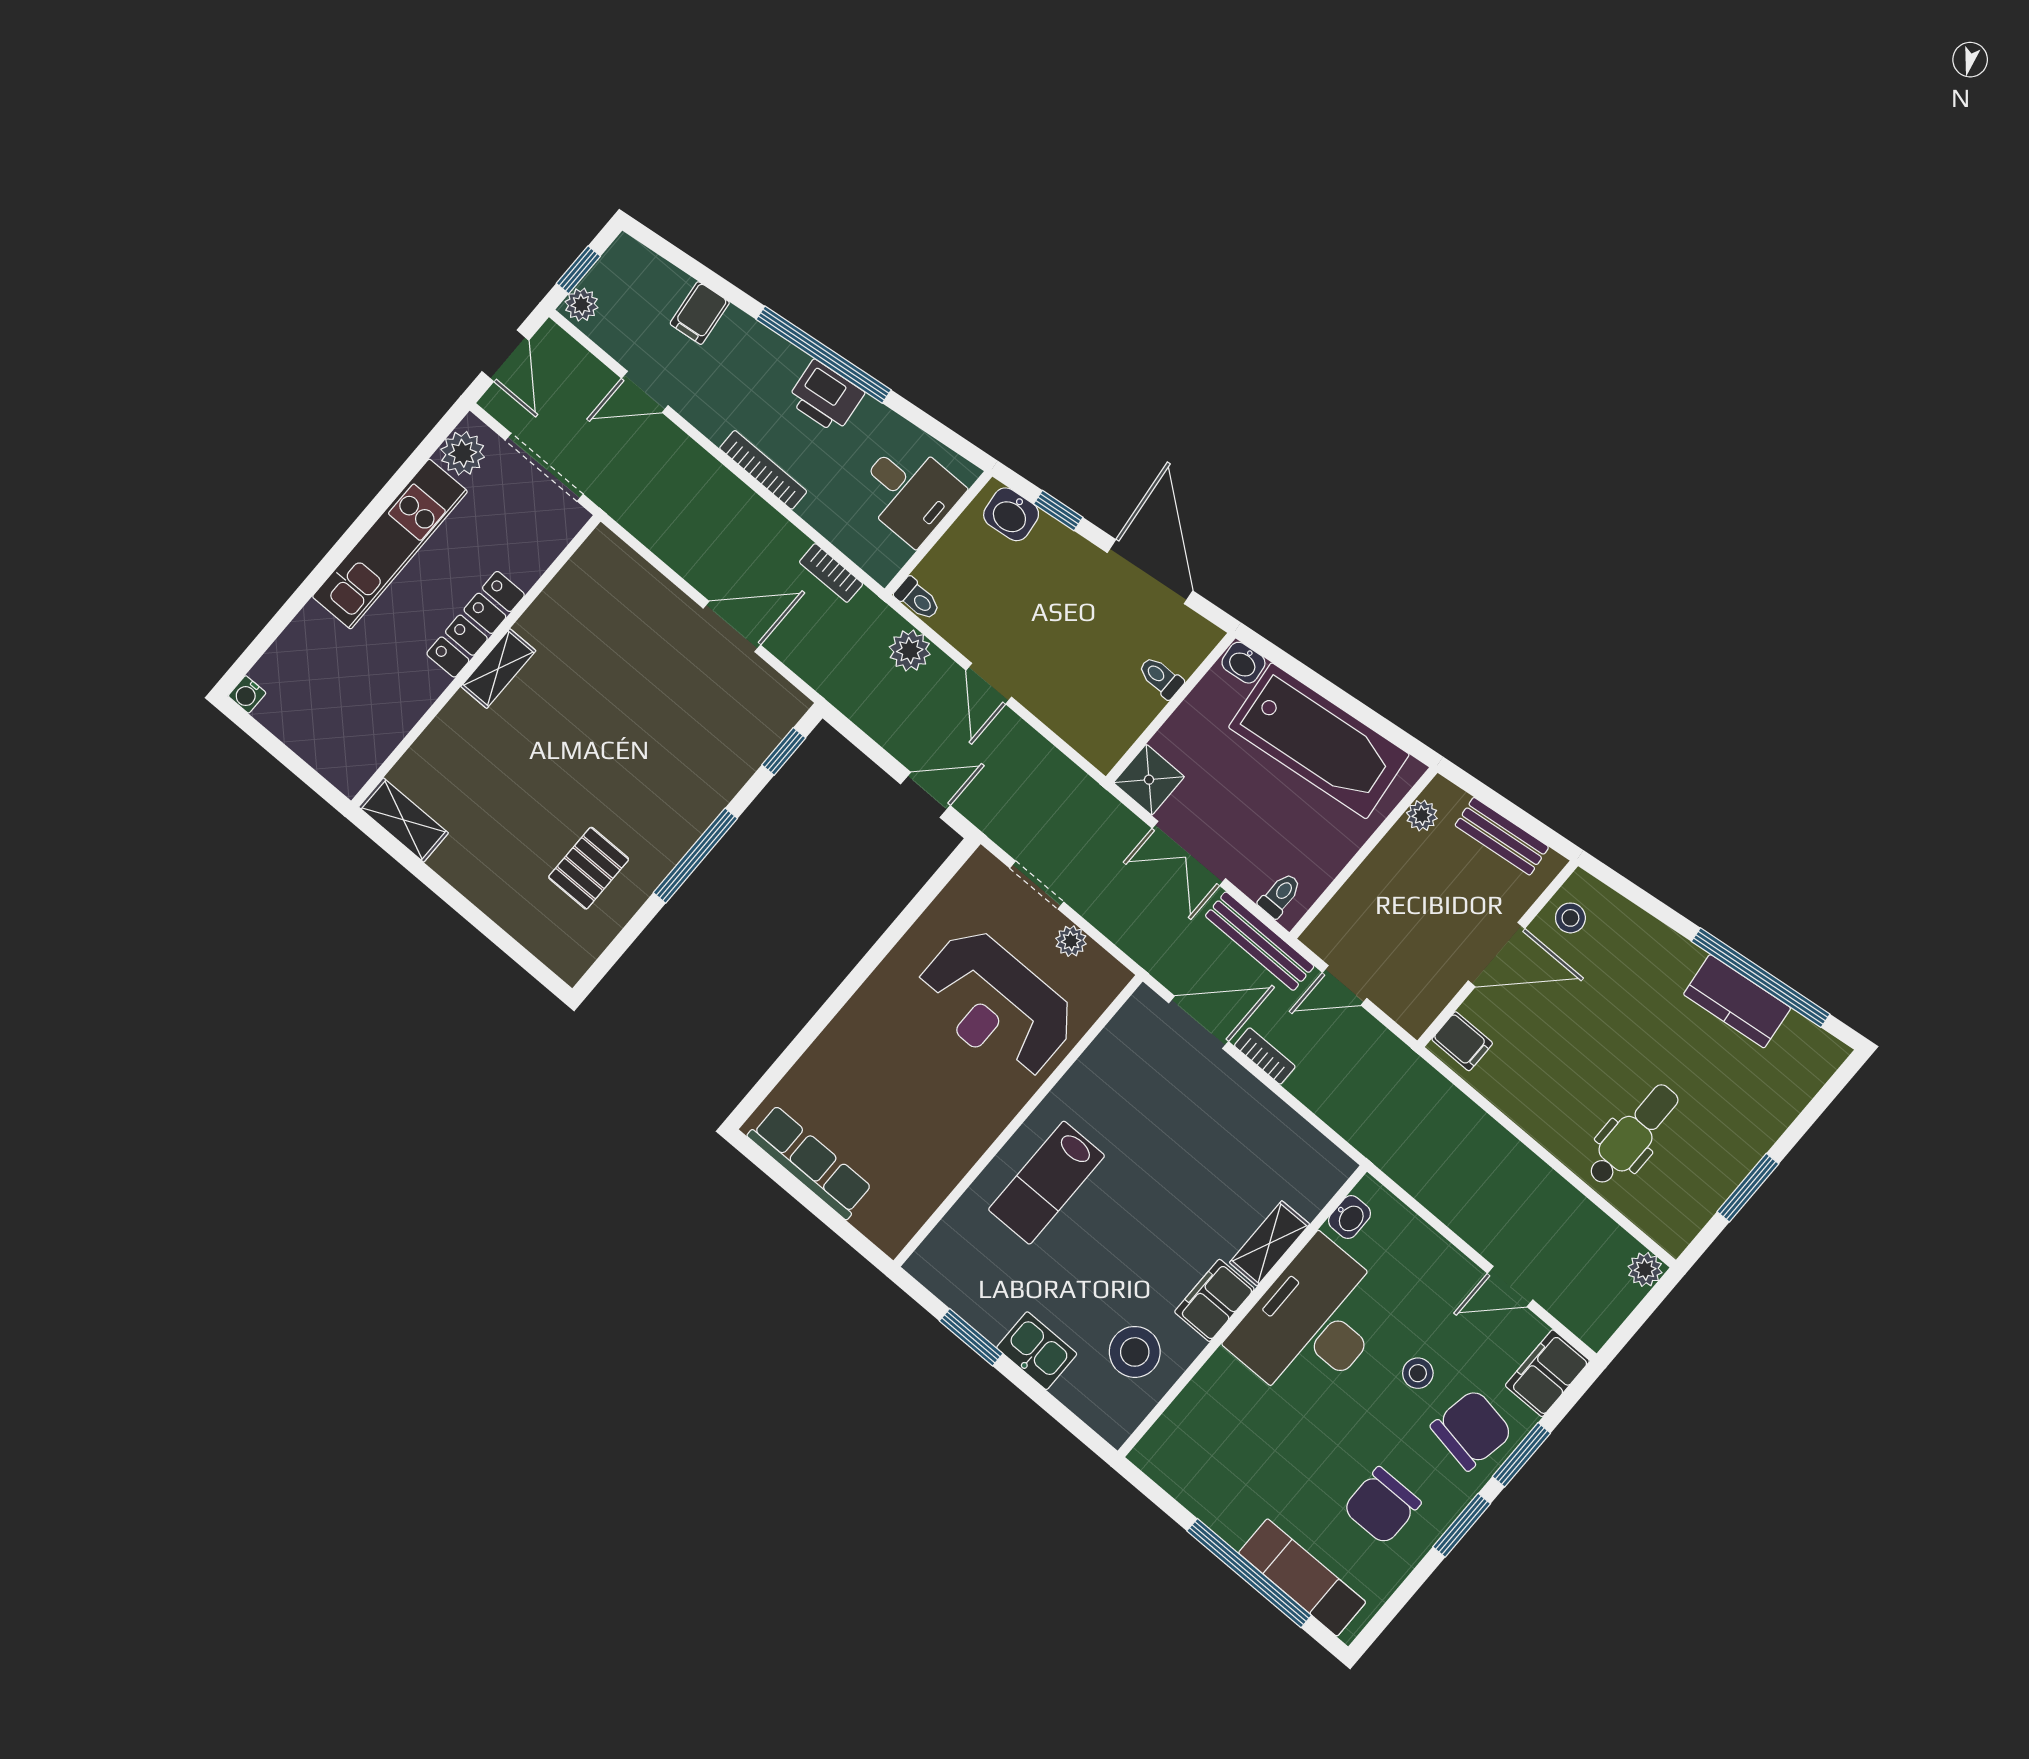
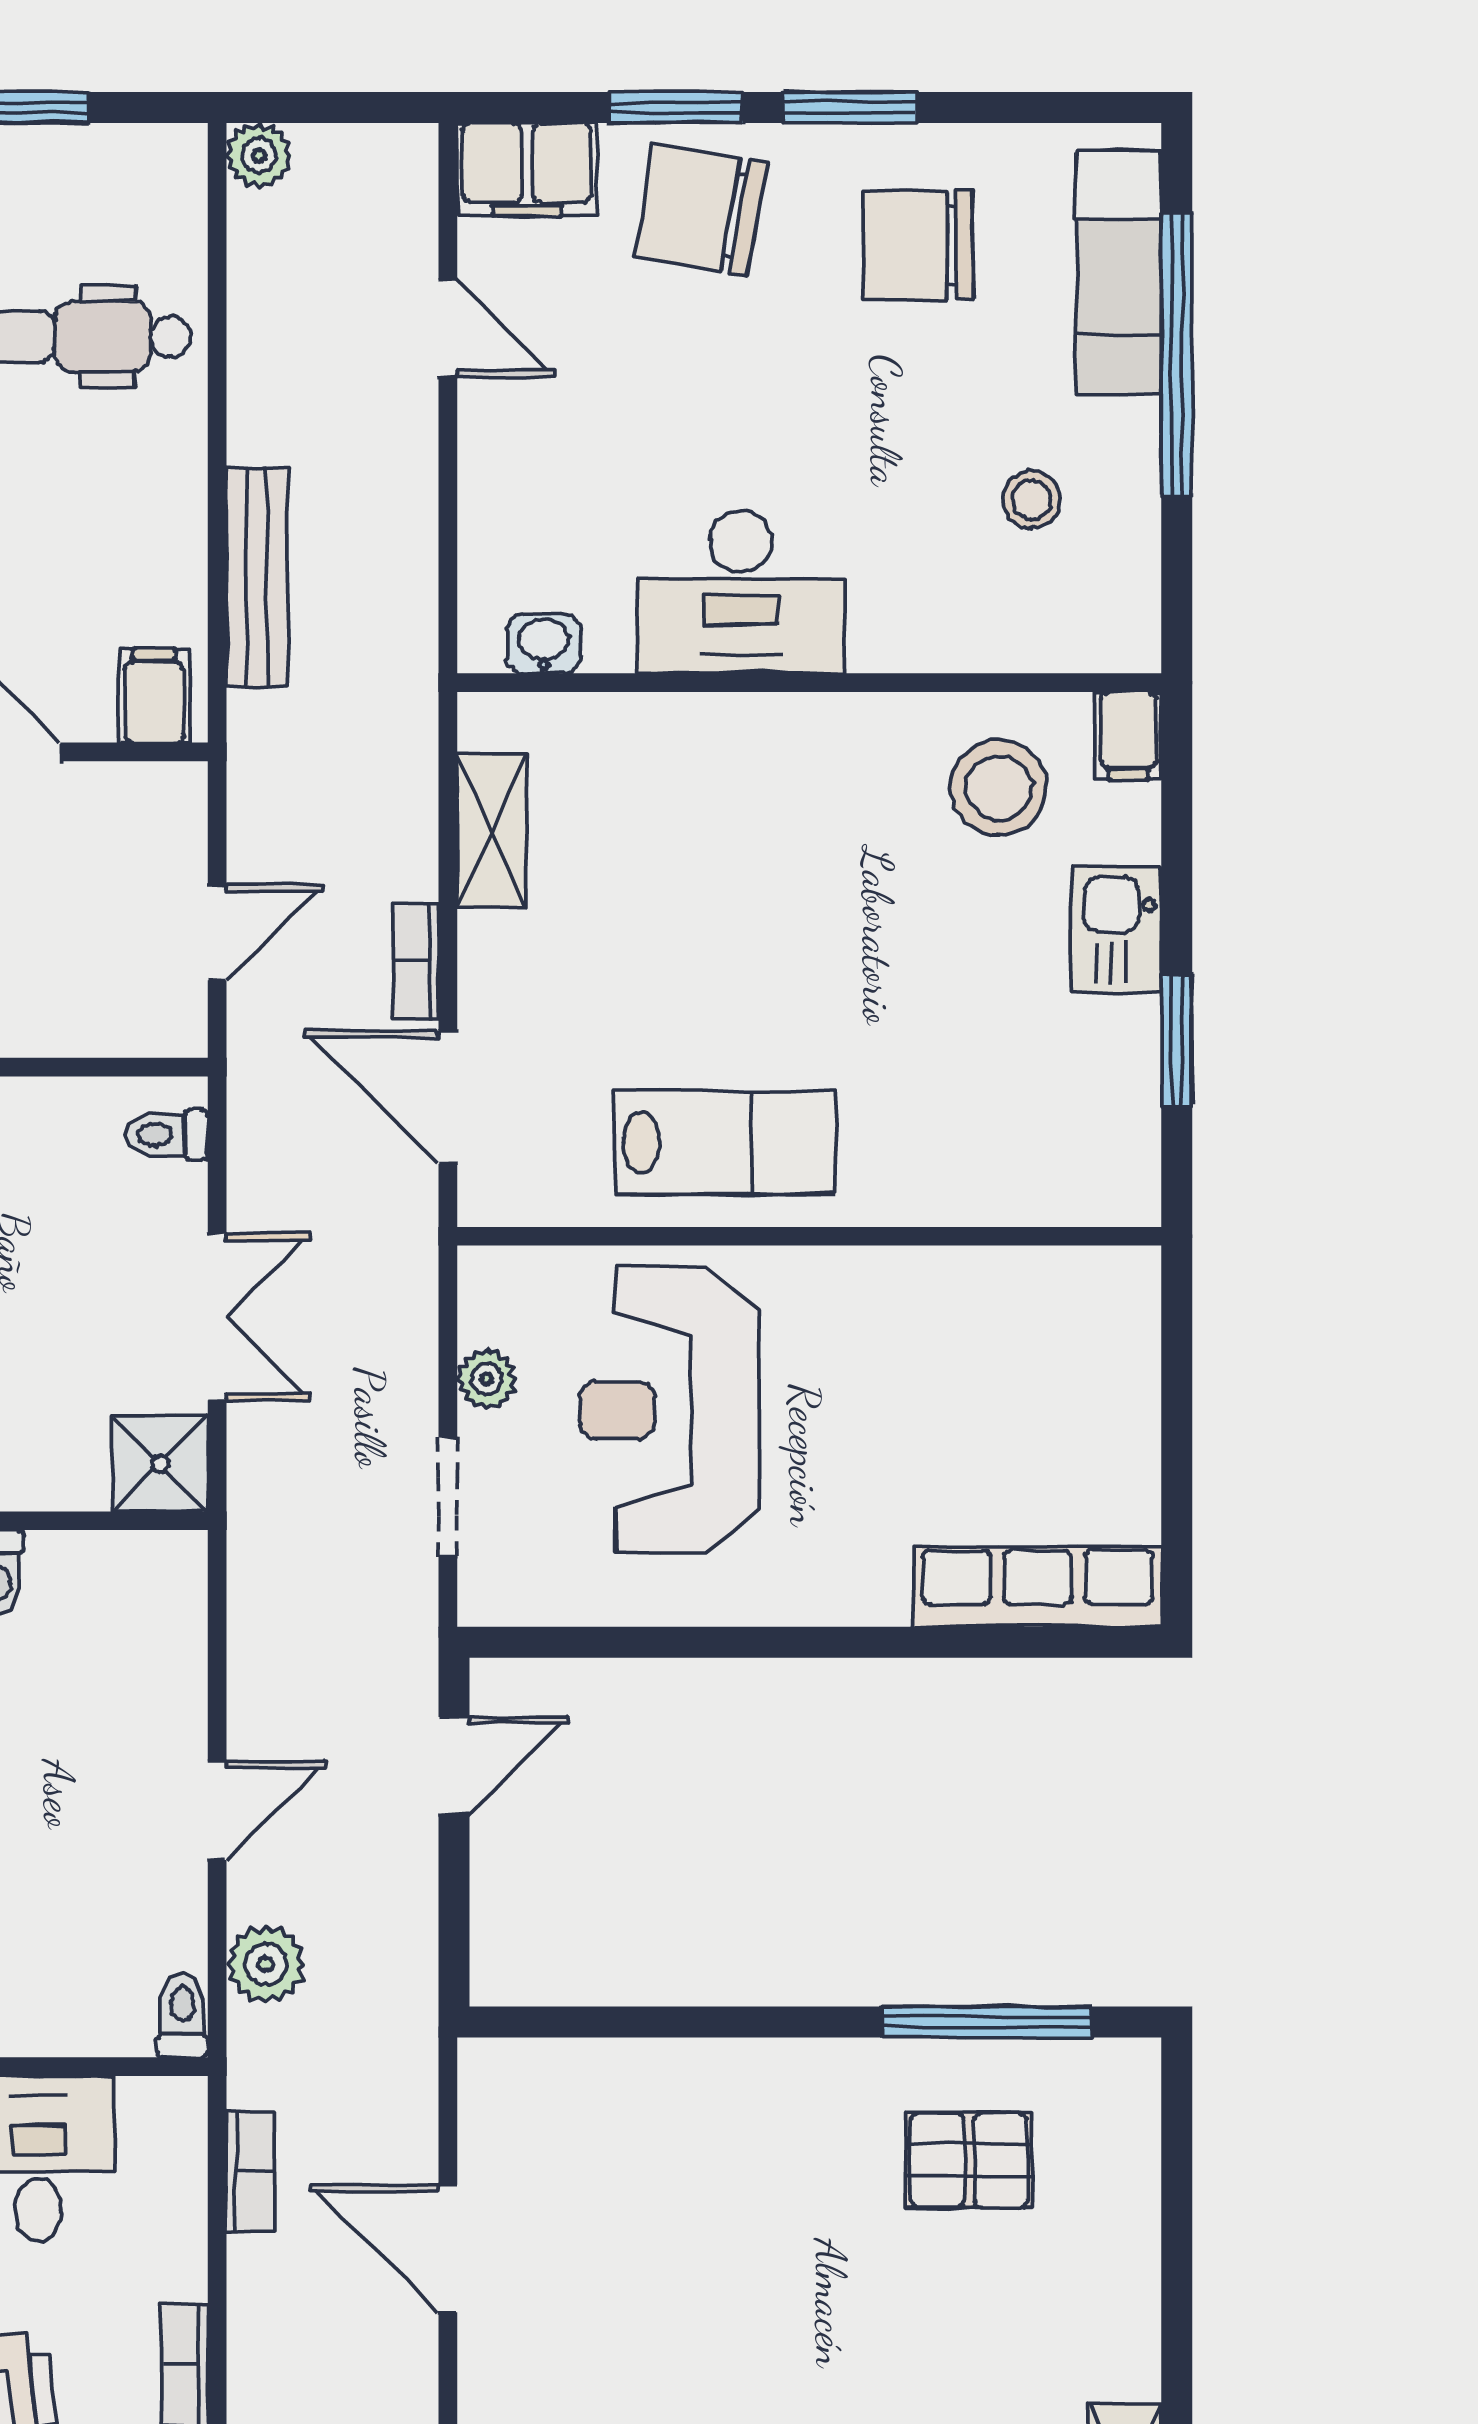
window: (784, 751) -> (564, 2022), removed
door: (925, 795) -> (454, 1766), swing flipped
window: (695, 856) -> (986, 2022), moved
bench: (1260, 941) -> (257, 577), moved
door: (1345, 985) -> (217, 933), hinge flipped
reception desk: (996, 1004) -> (669, 1410), turned 180
row of seats: (810, 1162) -> (1038, 1587), moved, turned 90
lab bench: (1047, 1183) -> (725, 1142), moved
shelving: (1269, 1243) -> (492, 831), moved, turned 90
filing cabinet: (1214, 1300) -> (1128, 736), moved, width x0.50
desk: (1313, 1323) -> (741, 592), width x0.73, depth x0.77
stool: (1418, 1373) -> (1032, 500), moved
chair: (1382, 1506) -> (919, 246), turned 180

